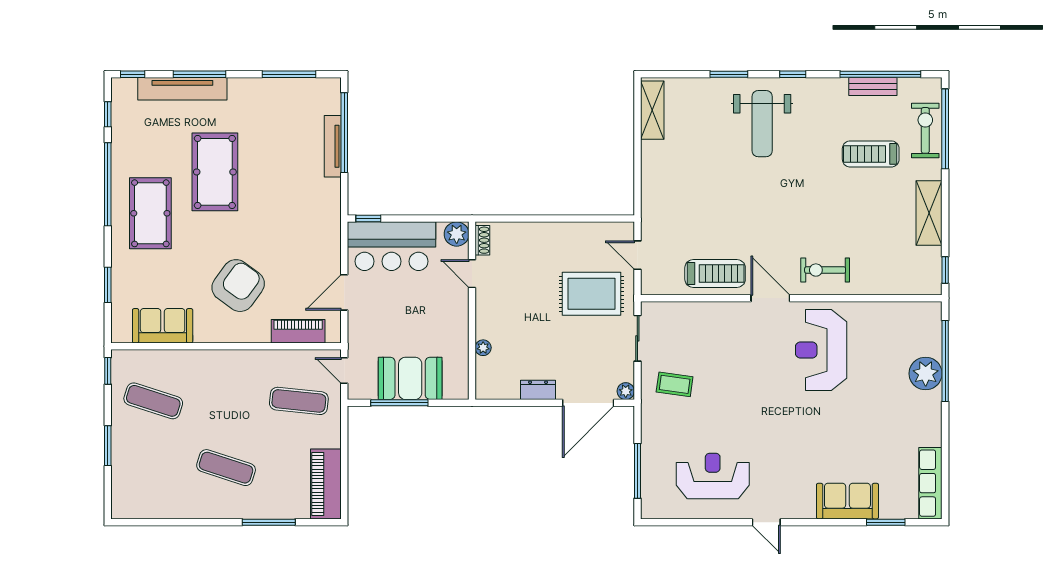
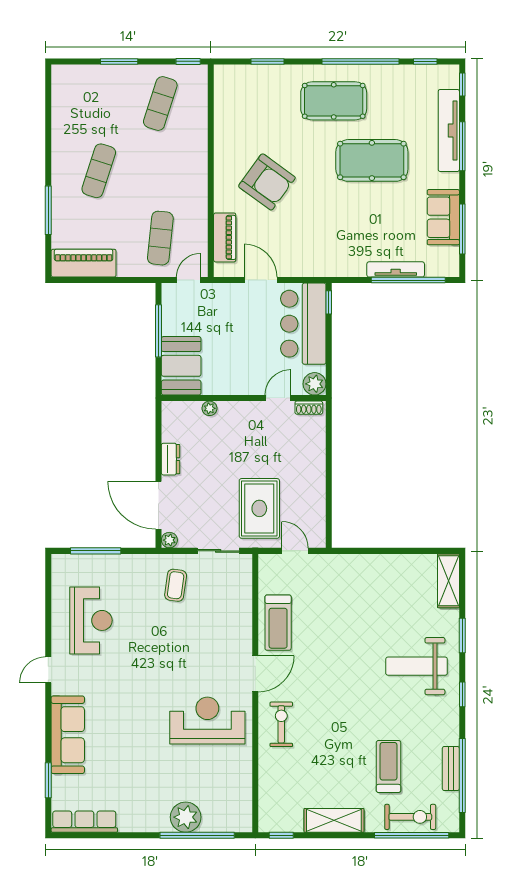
shelving: (652, 110) -> (449, 581), moved, turned 90
door: (637, 255) -> (295, 551), hinge flipped
sofa: (163, 326) -> (443, 217), moved, turned 180
booth: (410, 378) -> (181, 366), moved
sofa: (847, 501) -> (68, 735), width x1.36

